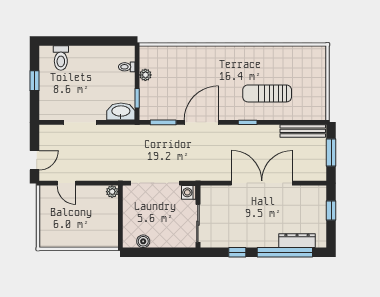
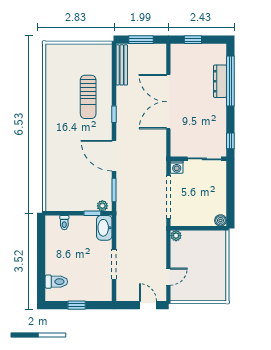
plant: (145, 75) -> (102, 206), moved
boiler: (143, 241) -> (221, 220), moved
dresser: (297, 241) -> (220, 81), moved
window: (237, 252) -> (230, 141), moved

